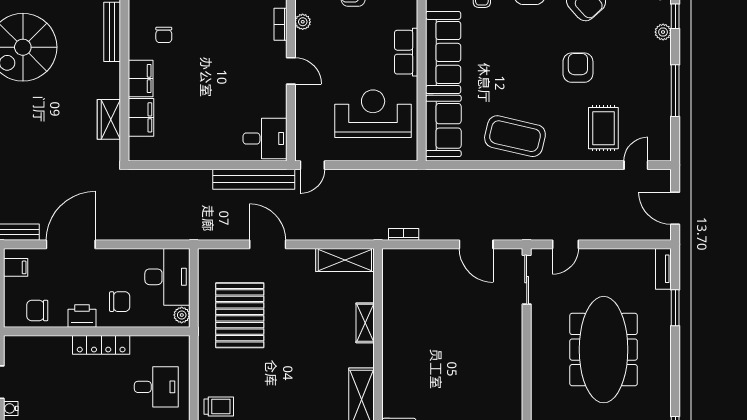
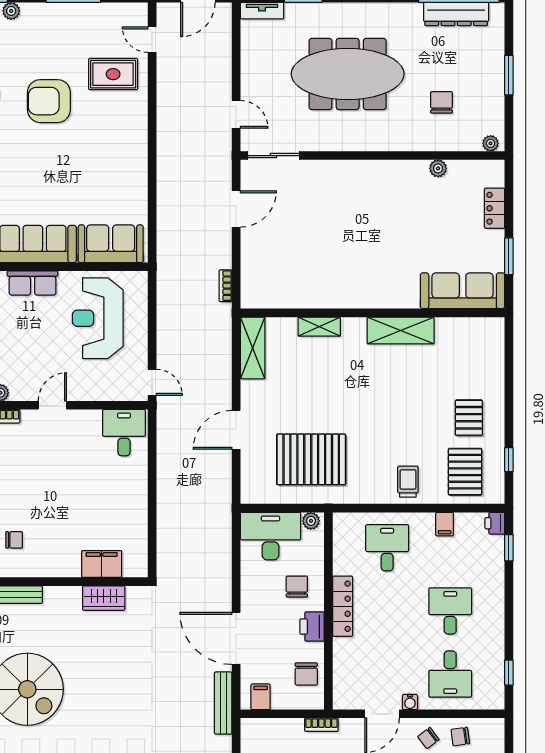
armchair: (578, 68) -> (49, 101), width x1.36, depth x1.36
filing cabinet: (141, 78) -> (60, 564), removed
coffee table: (515, 136) -> (122, 168), removed
bench: (254, 179) -> (167, 445), removed

